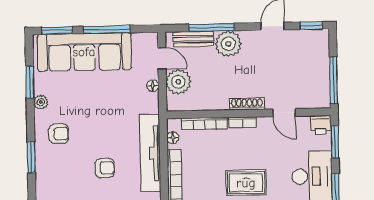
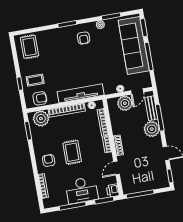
armchair: (105, 168) -> (68, 68), removed

